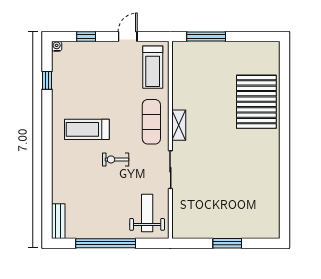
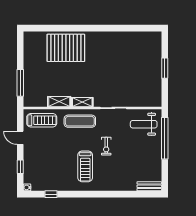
shelving: (179, 92) -> (59, 102), added
window: (106, 243) -> (165, 138), moved

